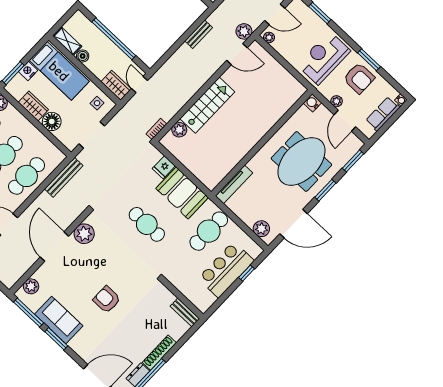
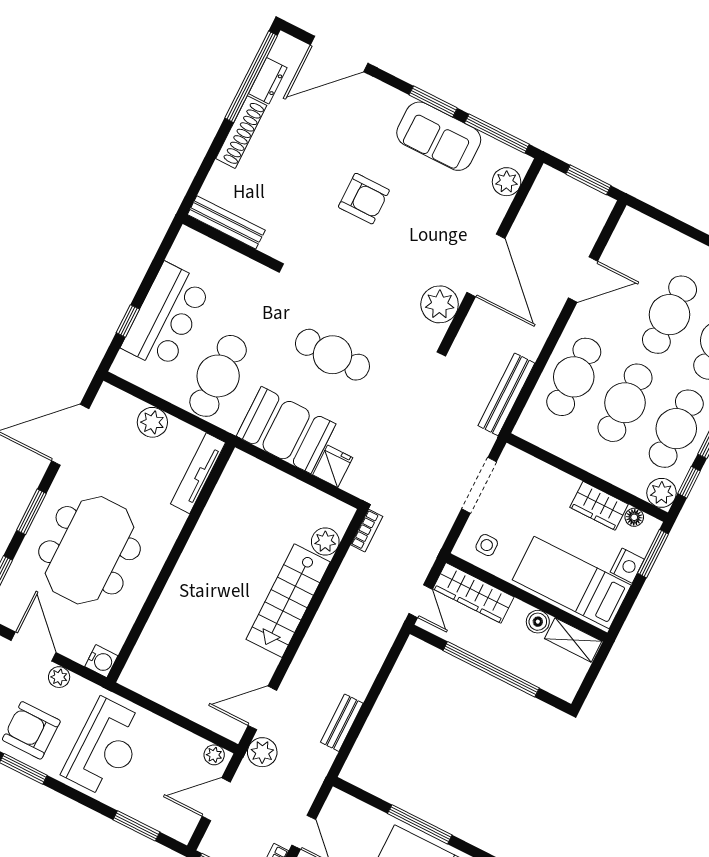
wardrobe: (116, 85) -> (473, 593), width x1.50
floor lamp: (52, 121) -> (634, 517), moved, width x0.53, depth x0.53
plant: (261, 229) -> (152, 422), moved
bench: (185, 312) -> (226, 222), width x1.36

